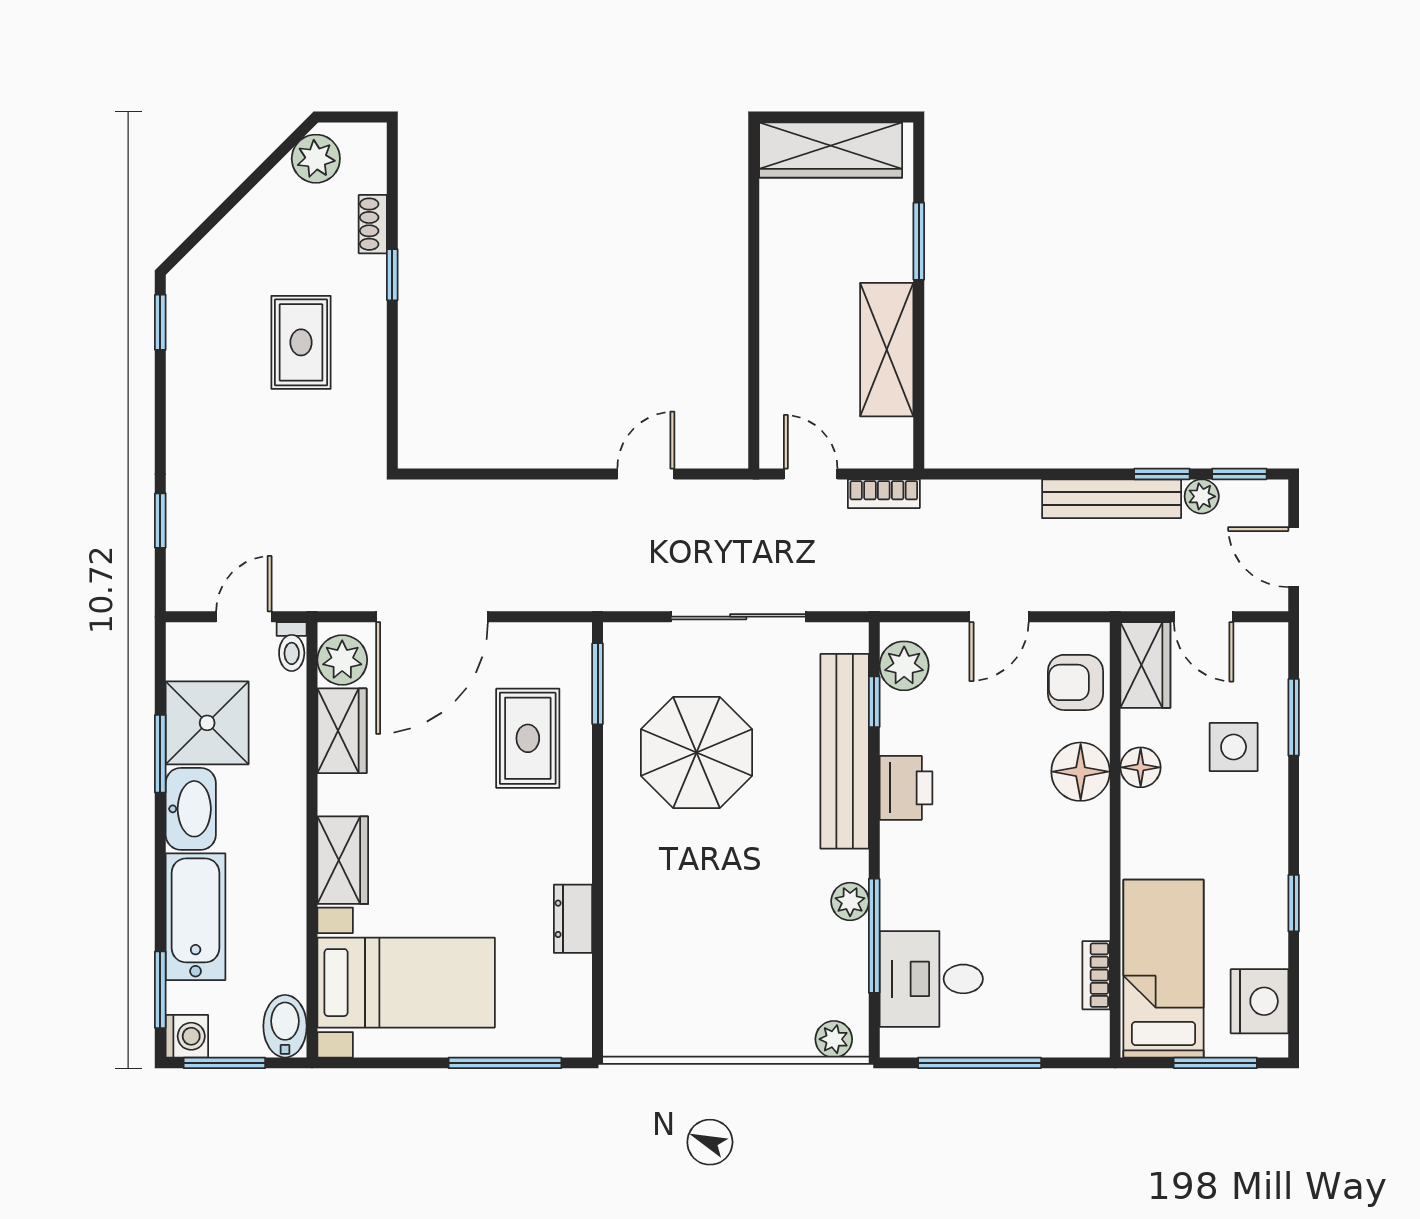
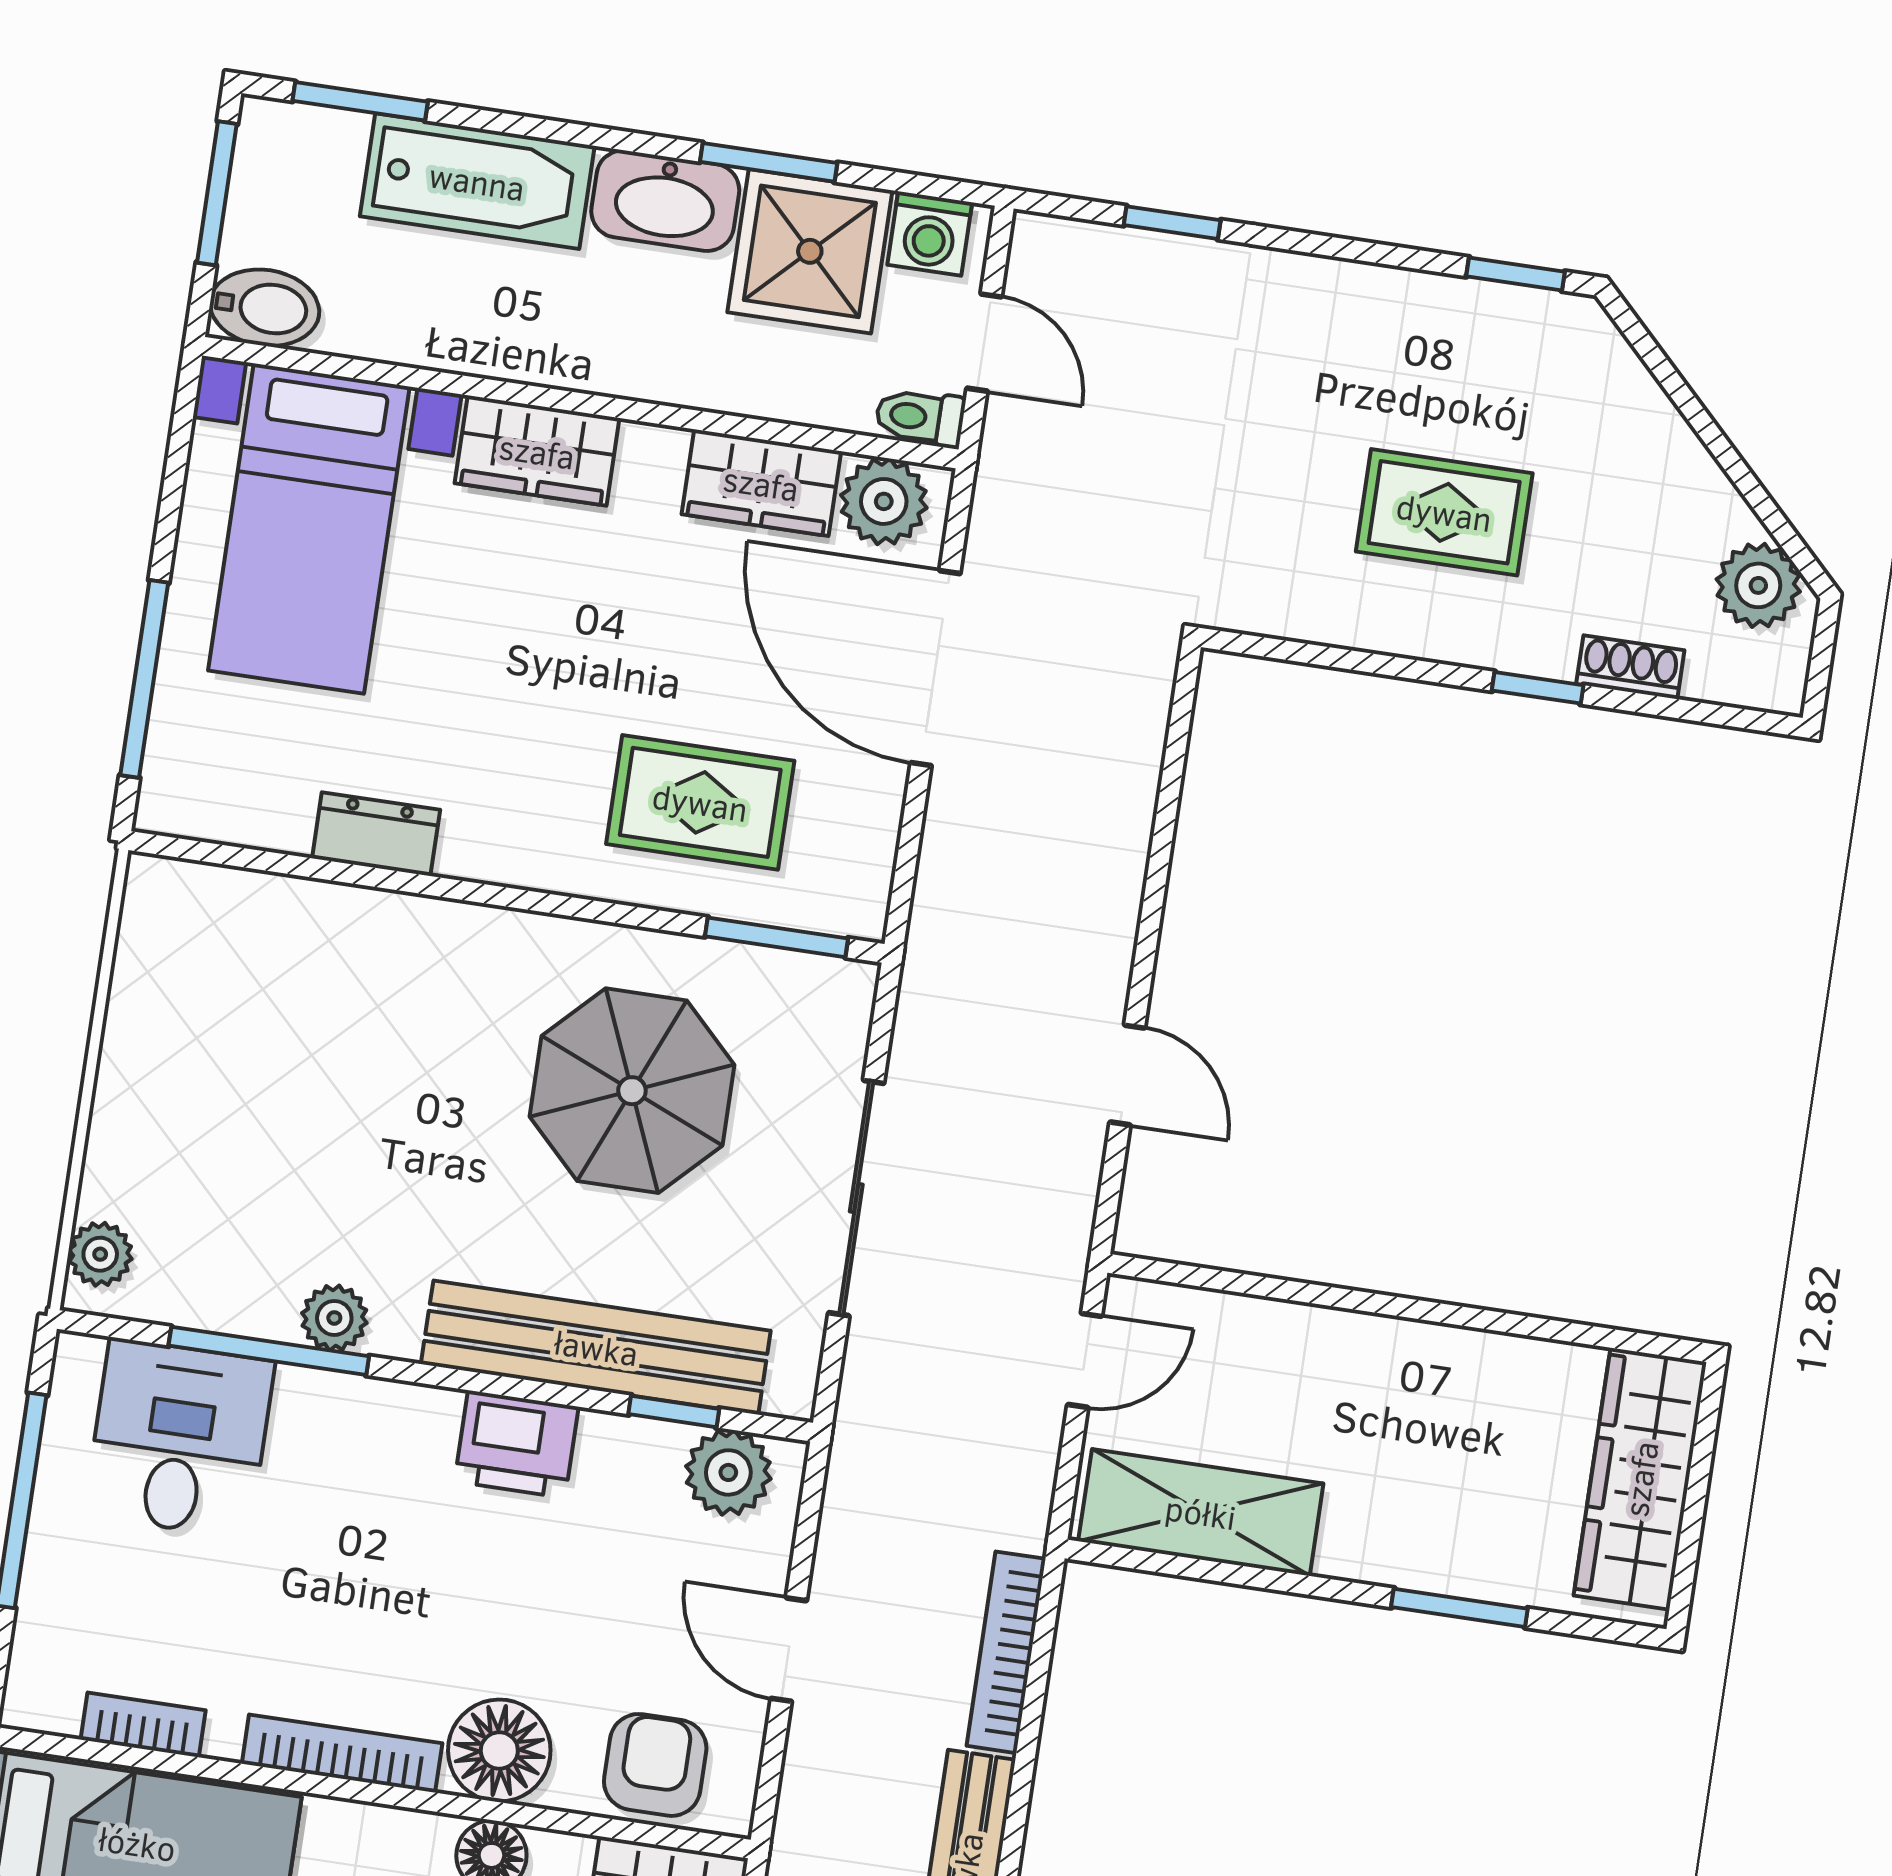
shelving: (887, 350) -> (1201, 1512), moved
bookcase: (884, 494) -> (1006, 1652), moved, width x1.56
bookcase: (1096, 860) -> (342, 1753), added
washing machine: (187, 1036) -> (930, 234), moved

